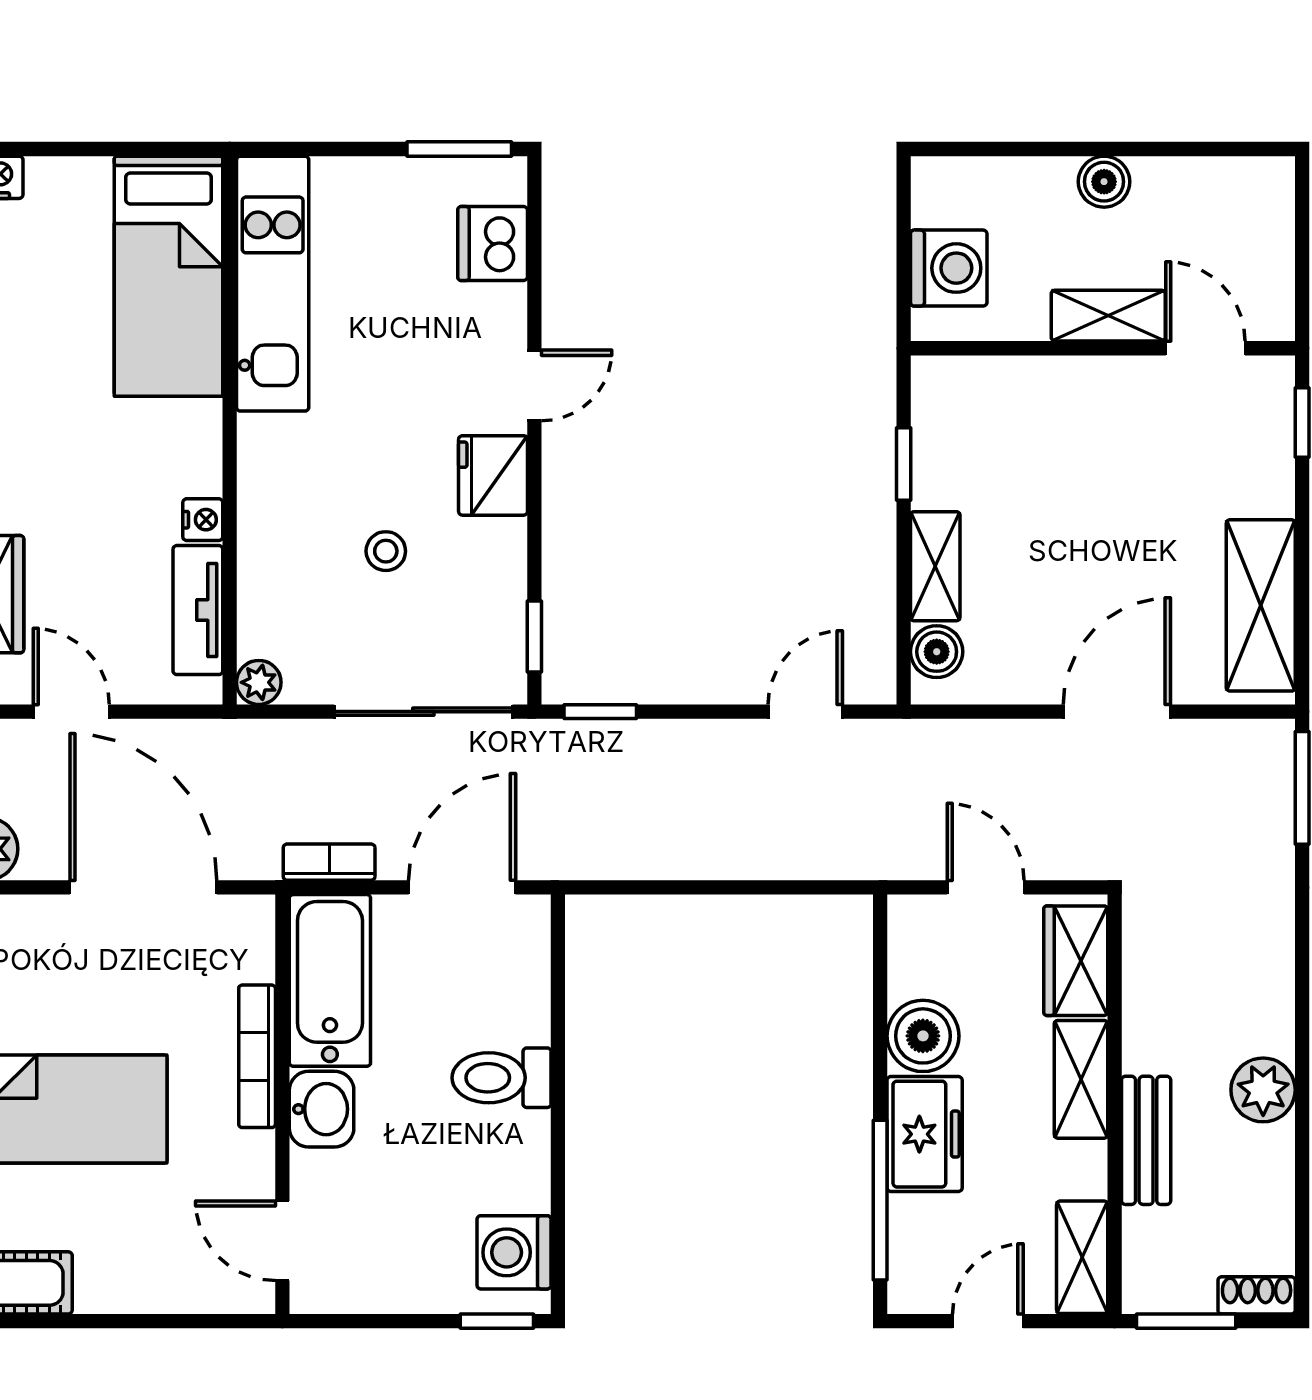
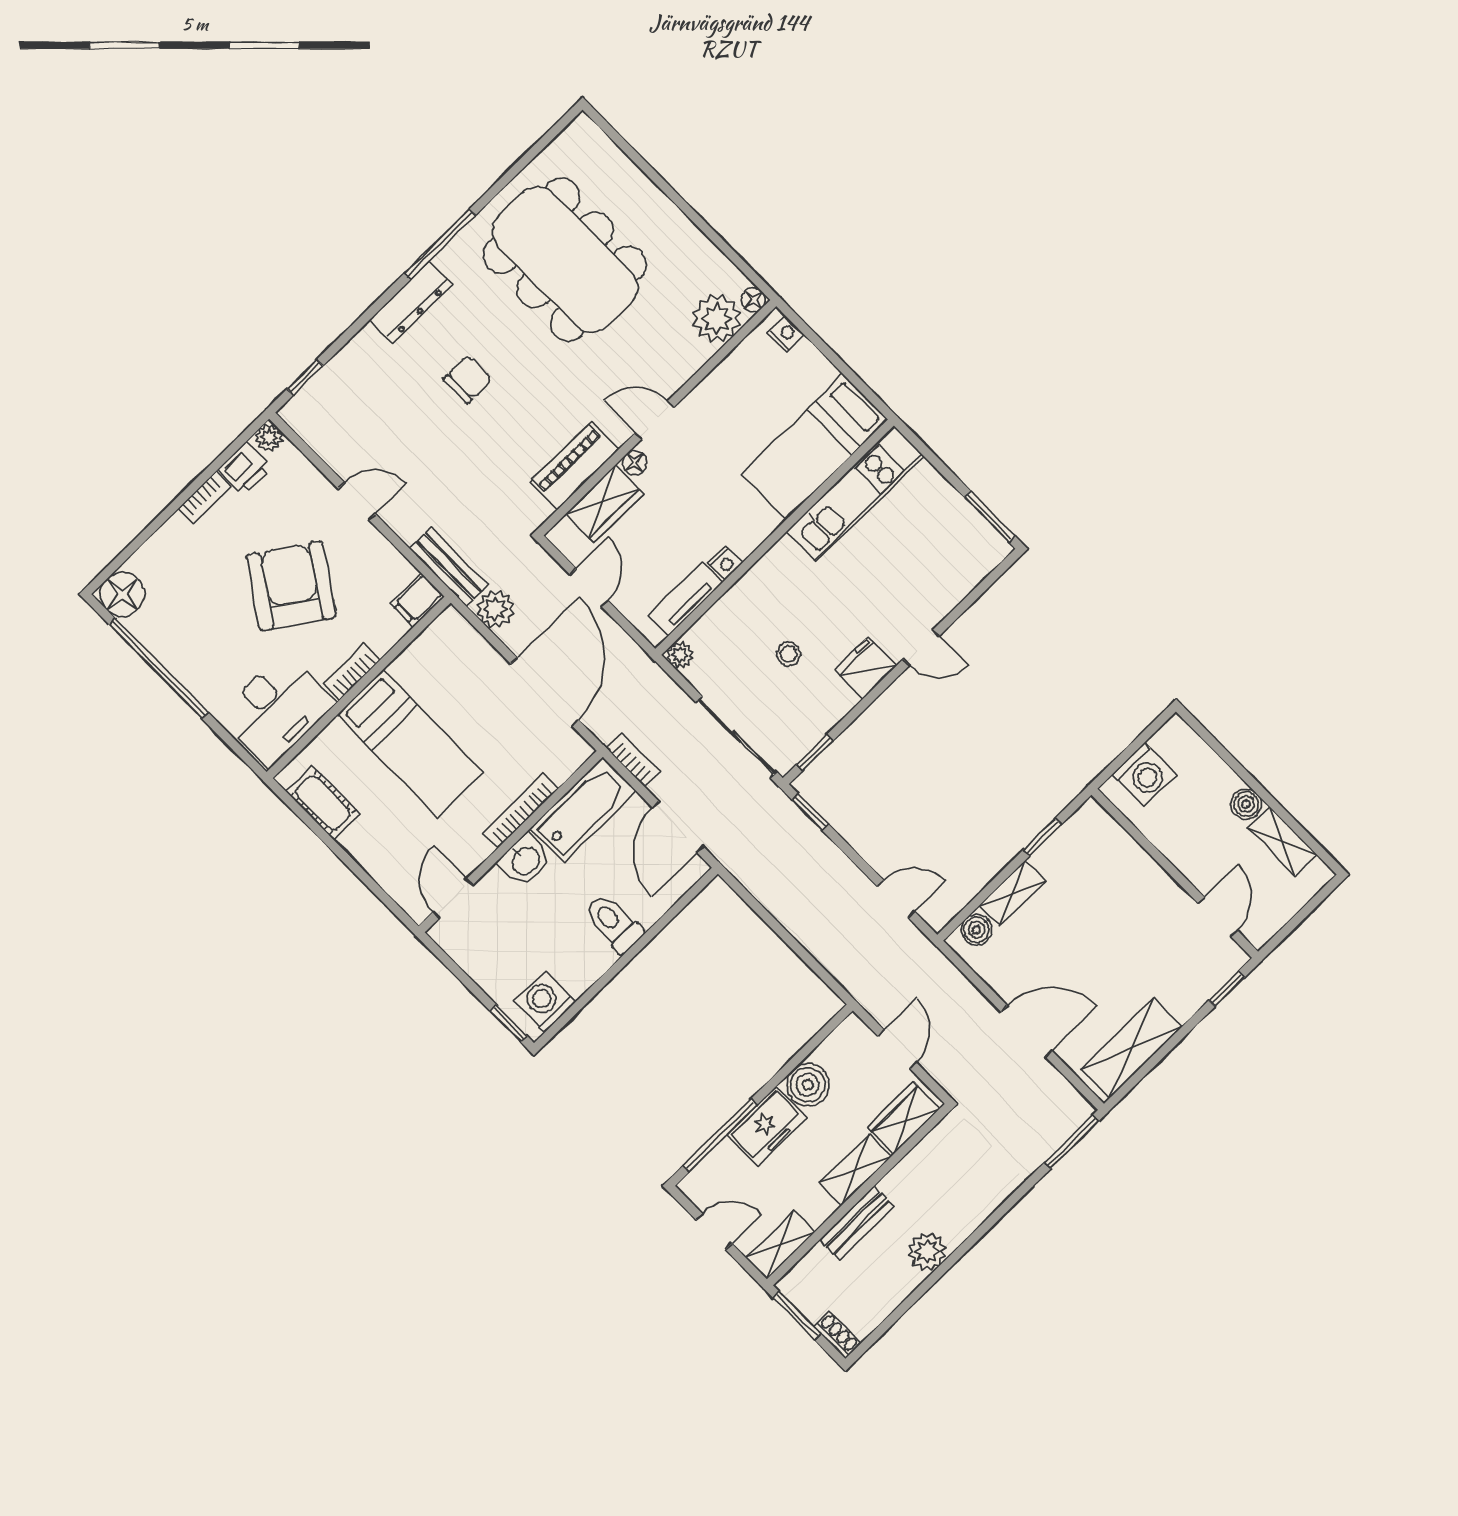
dishwasher: (493, 244) -> (964, 571), removed
shelving: (1108, 316) -> (1282, 841), moved
door: (462, 887) -> (678, 827), swing flipped

